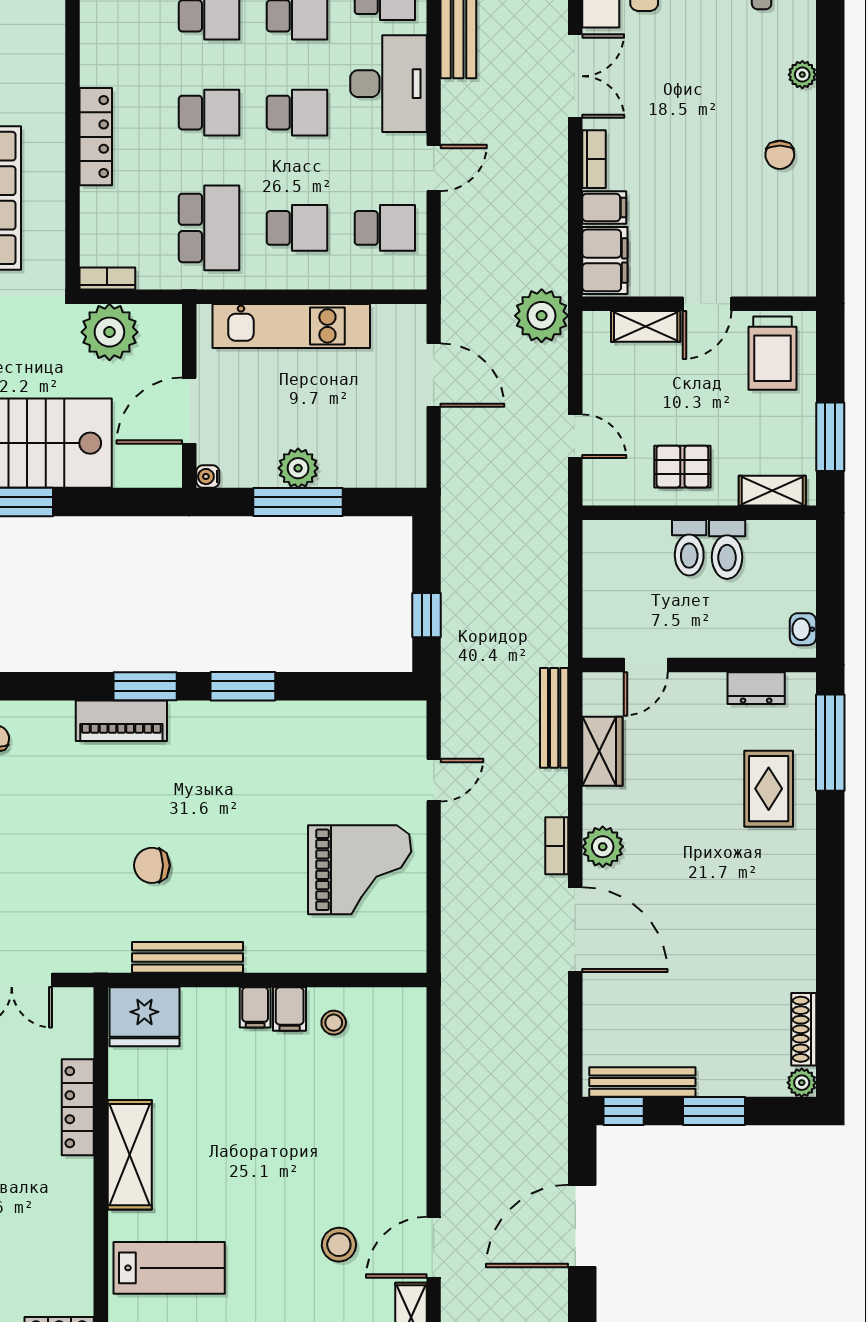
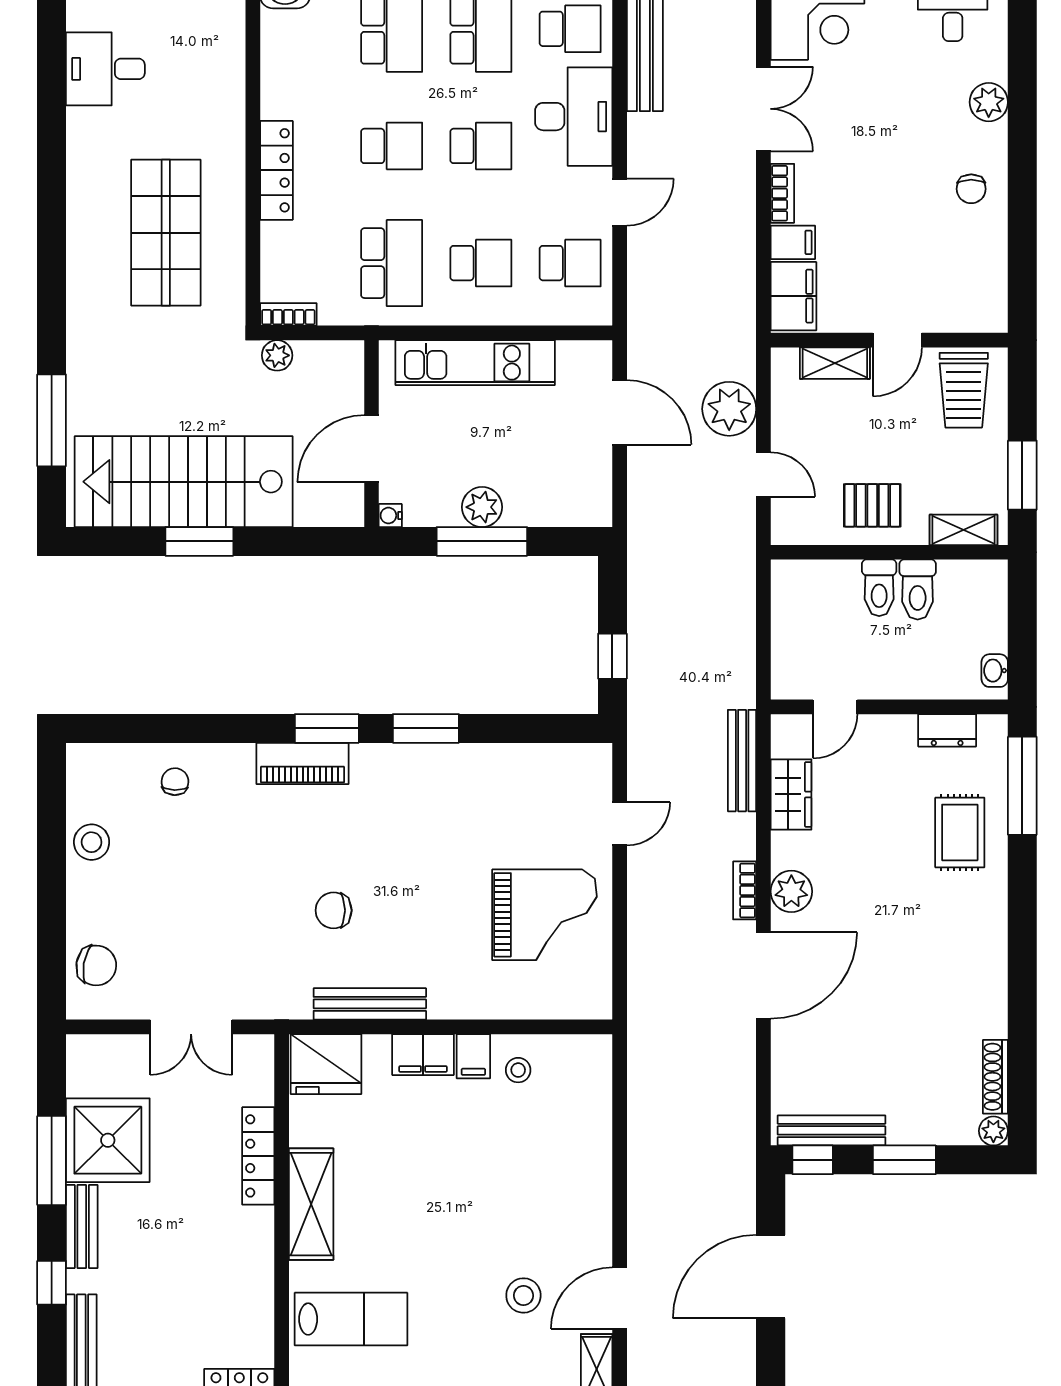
plant: (802, 75) -> (989, 102), width x1.38, depth x1.38
plant: (542, 316) -> (729, 409), moved
plant: (109, 332) -> (277, 355), width x0.53, depth x0.53
door: (575, 930) -> (763, 976), hinge flipped
filing cabinet: (255, 1007) -> (423, 1055), width x2.00

